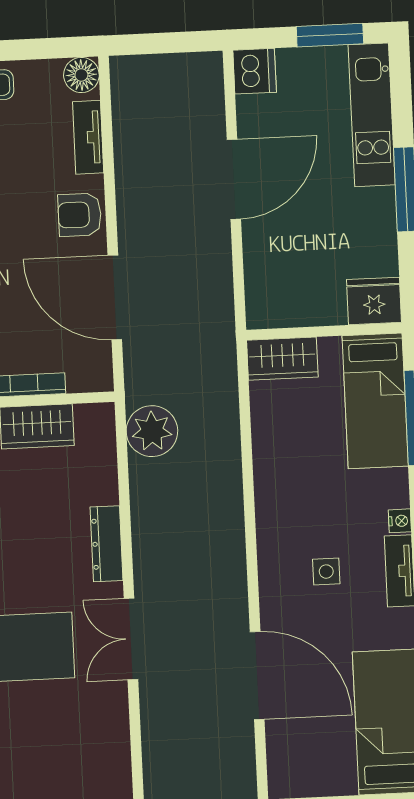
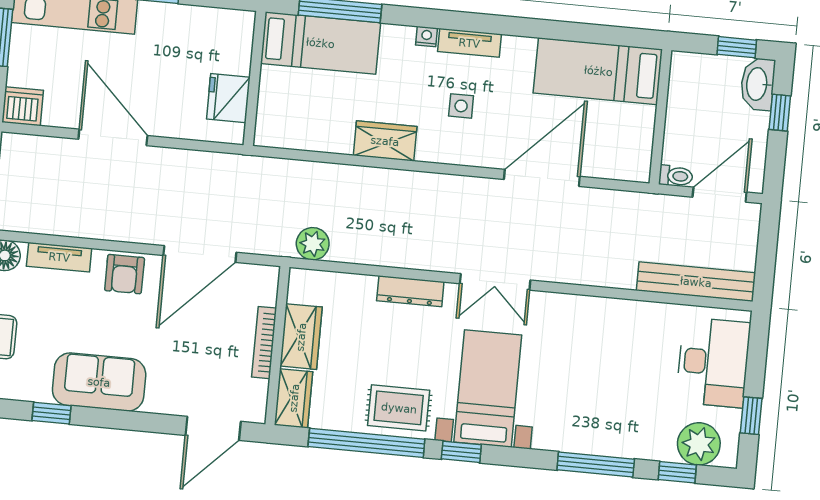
fridge: (374, 301) -> (228, 98), moved
wardrobe: (282, 359) -> (385, 141), moved, turned -90
plant: (152, 431) -> (313, 244), width x0.73, depth x0.73

